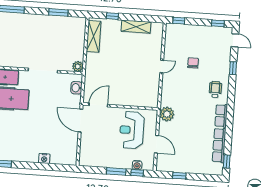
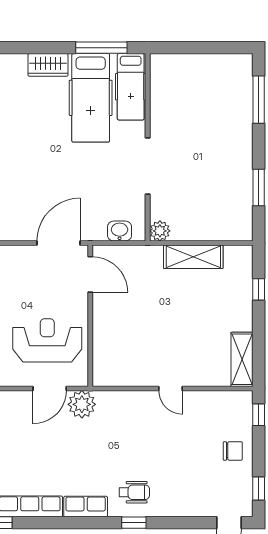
shelving: (136, 27) -> (242, 359), moved
shelving: (94, 36) -> (193, 257), moved
chair: (193, 63) -> (233, 451), moved
window: (233, 68) -> (134, 523), moved
door: (156, 144) -> (50, 389), moved

